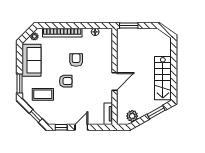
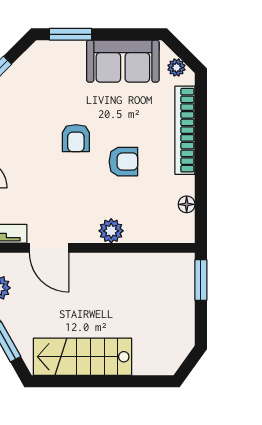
plant: (107, 65) -> (111, 231), added
door: (114, 82) -> (49, 248), moved
coffee table: (43, 94) -> (46, 86), removed

